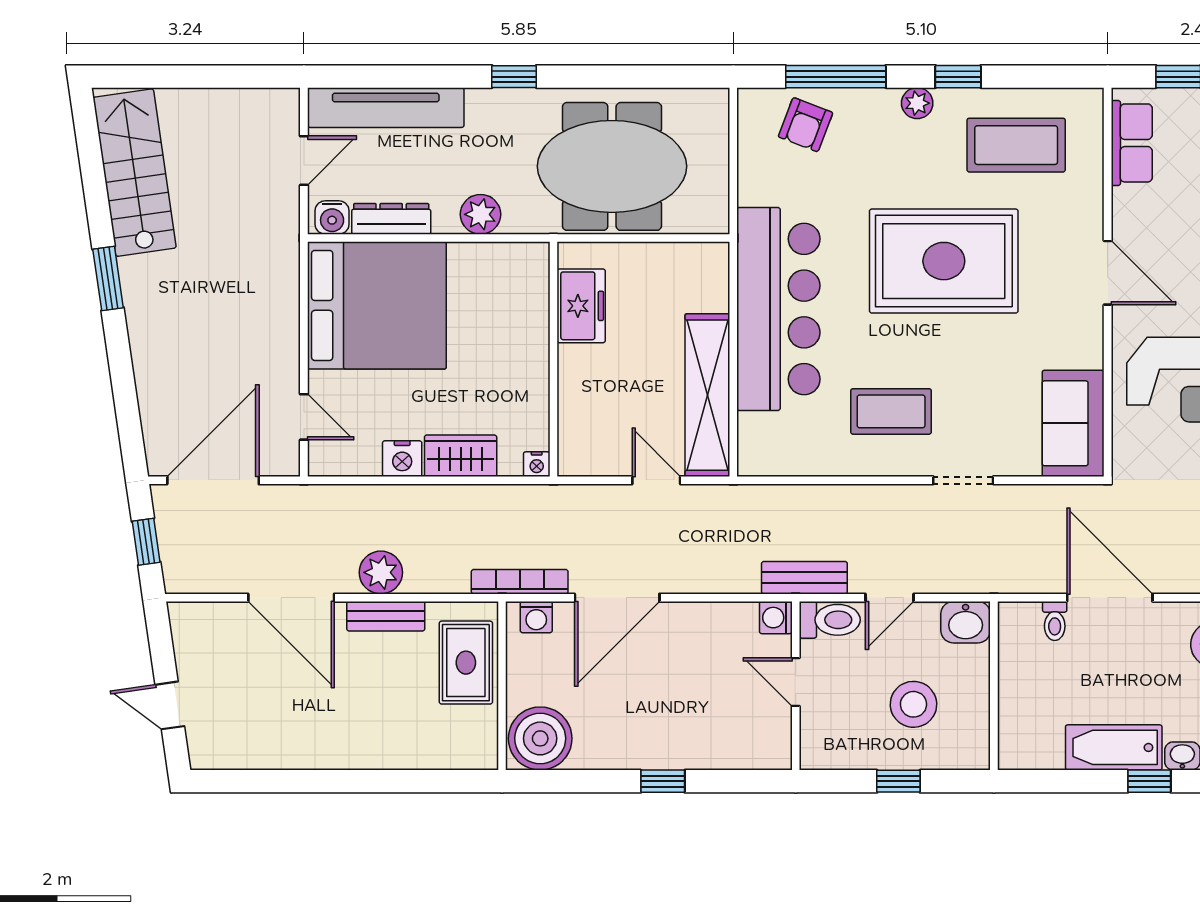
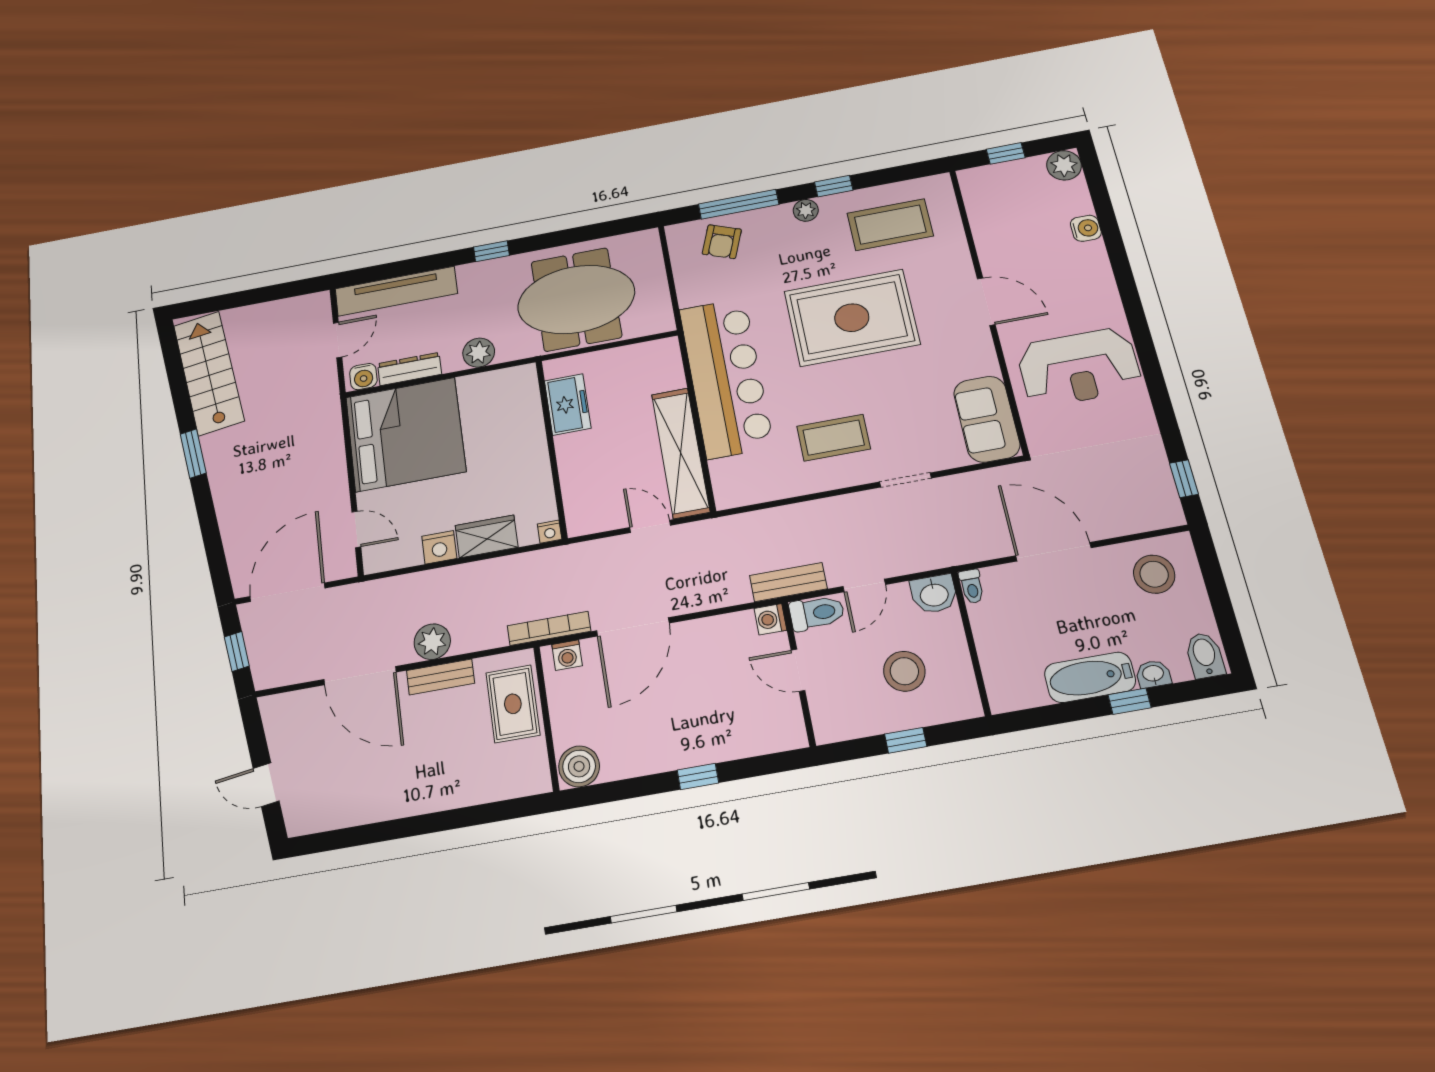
row of seats: (1132, 143) -> (981, 206), removed
toilet: (1055, 621) -> (972, 586), moved
boiler: (540, 738) -> (579, 766), width x0.73, depth x0.73

